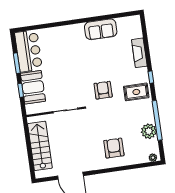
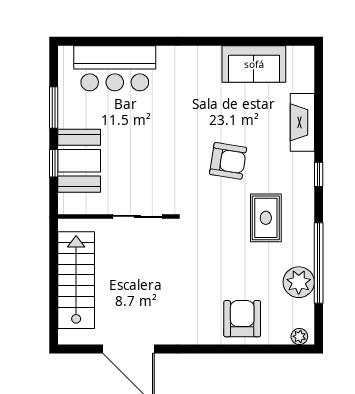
sofa: (101, 29) -> (254, 64), moved
bar counter: (28, 51) -> (115, 68), moved, turned 90
armchair: (103, 90) -> (228, 161), moved, turned 99
rug: (136, 92) -> (266, 218), moved, turned 90
armchair: (114, 148) -> (242, 319), moved

